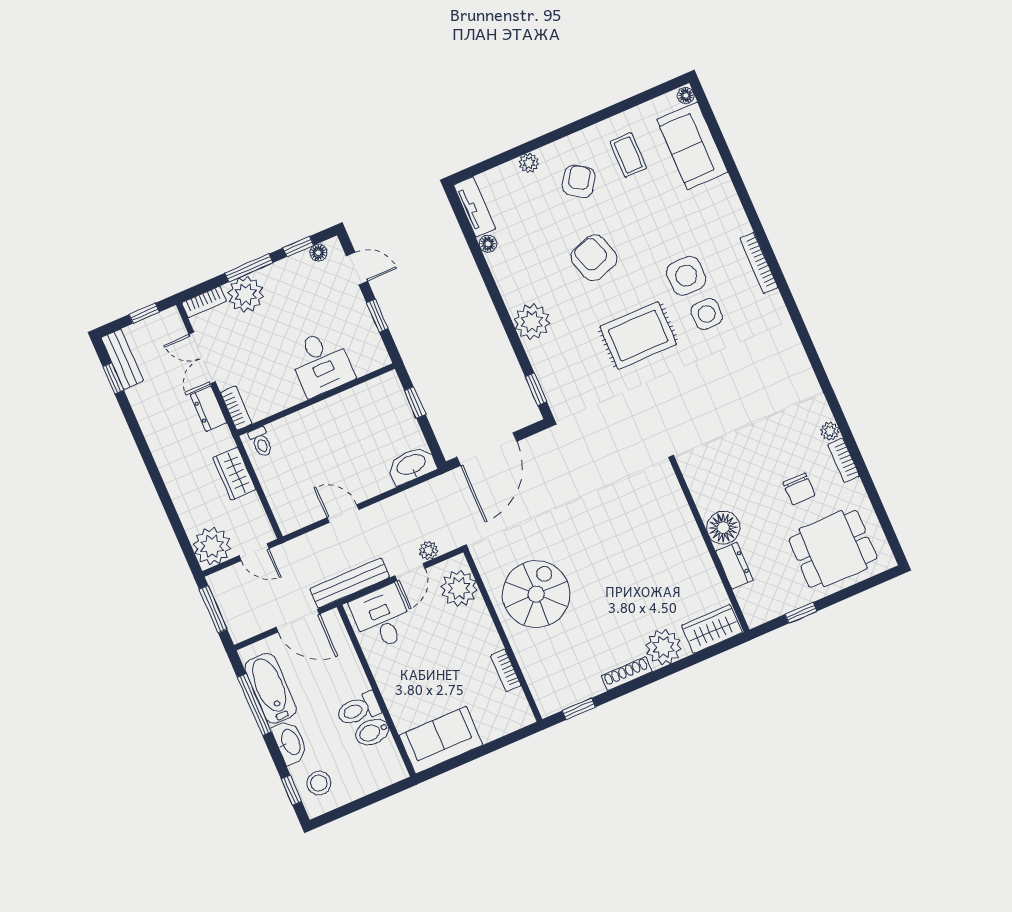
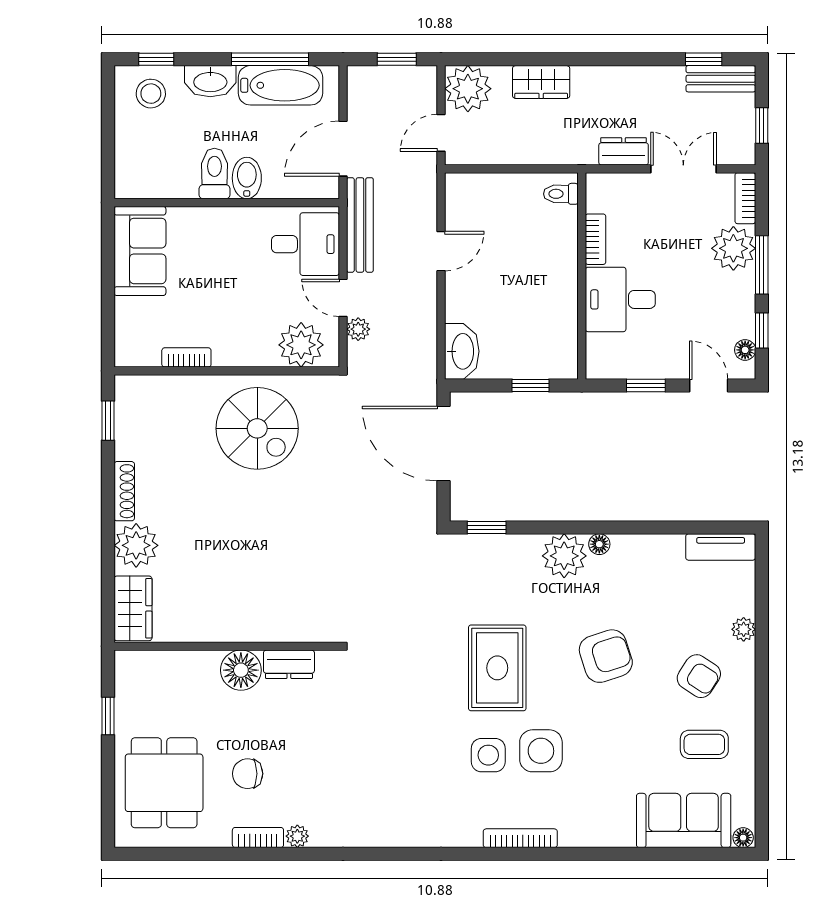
floor lamp: (488, 244) -> (599, 544), moved
door: (357, 269) -> (709, 386), swing flipped
bookcase: (236, 408) -> (596, 239), moved, turned -90
wardrobe: (234, 474) -> (541, 82), moved, turned 180
dresser: (734, 566) -> (289, 664), moved
window: (213, 609) -> (397, 59), width x0.67
bidet: (372, 732) -> (247, 178), moved

